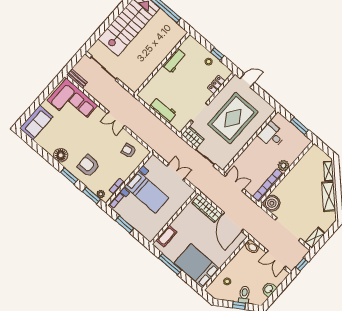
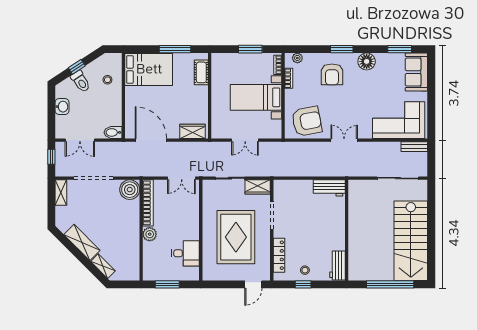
workbench: (174, 61) -> (337, 265), moved
locker: (216, 84) -> (279, 255), width x1.53
workbench: (163, 110) -> (329, 188), moved
armchair: (129, 151) -> (307, 121), width x1.88, depth x1.88
armchair: (89, 166) -> (332, 74), turned 90
window: (92, 195) -> (400, 49), moved
wardrobe: (207, 208) -> (192, 131), width x0.67
double door: (276, 259) -> (80, 140), swing flipped

